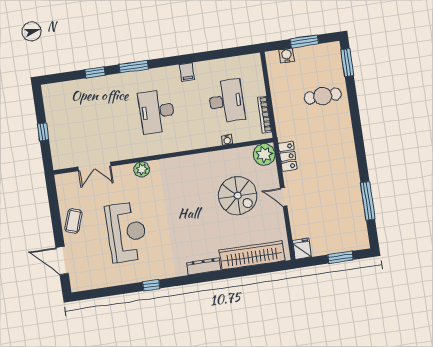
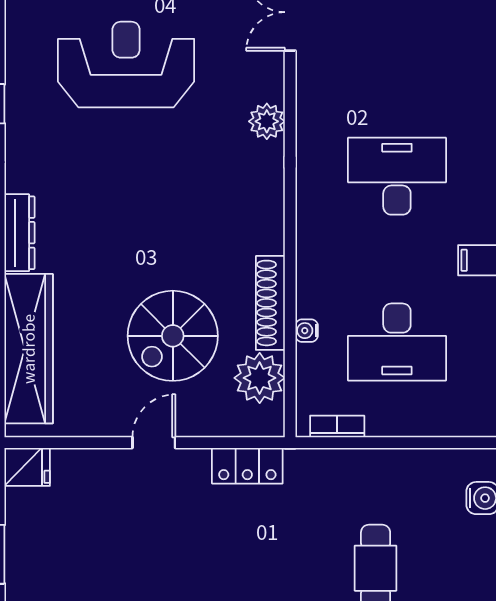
bookcase: (265, 115) -> (337, 426), width x0.64
plant: (264, 154) -> (260, 378), moved
shoe rack: (218, 157) -> (270, 303), added
reception desk: (127, 232) -> (126, 65), turned 180

